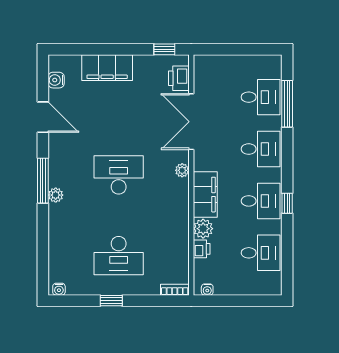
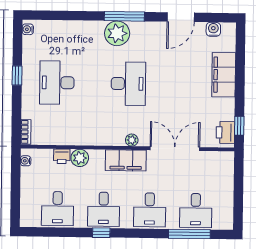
printer: (179, 78) -> (225, 132), moved, turned -90
plant: (56, 195) -> (117, 33), width x1.88, depth x1.88
filing cabinet: (205, 195) -> (126, 160), moved

